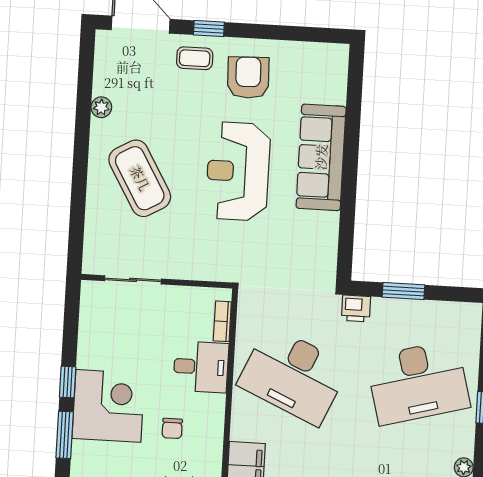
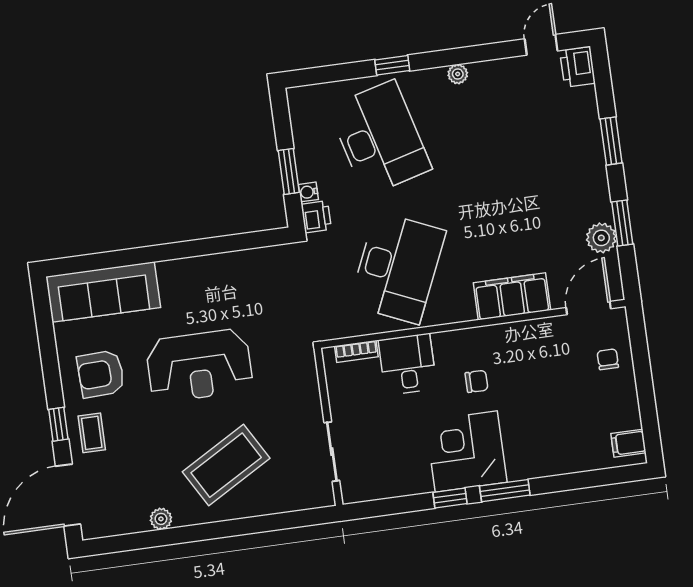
sofa: (321, 157) -> (103, 292), moved
water cooler: (381, 306) -> (308, 192), added

